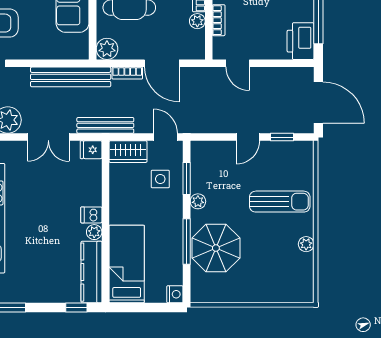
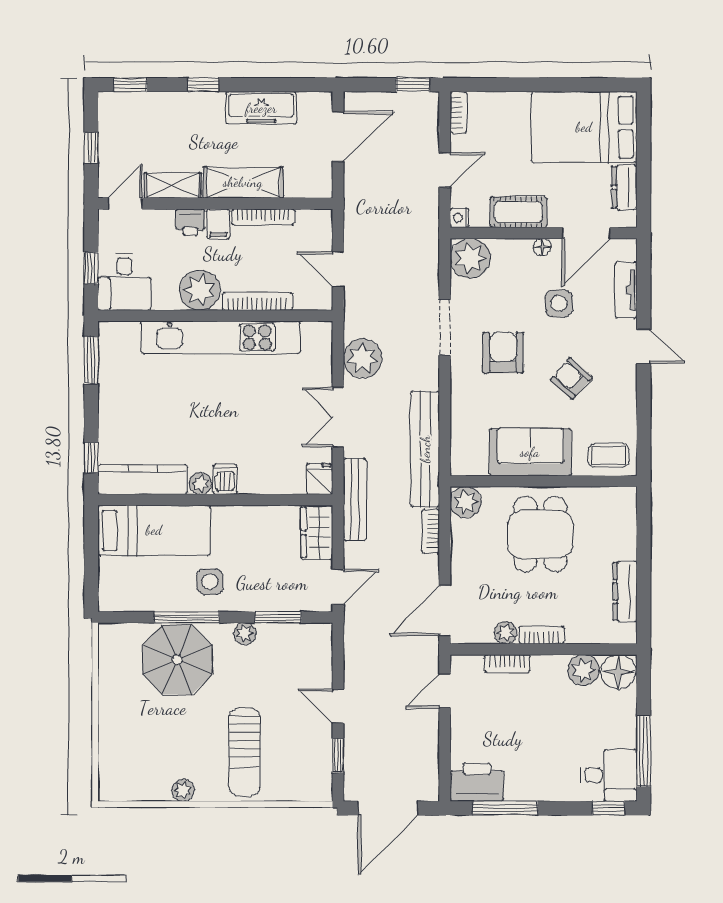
door: (162, 63) -> (445, 611), moved
side table: (160, 179) -> (210, 582), moved
nightstand: (175, 294) -> (110, 600), removed

